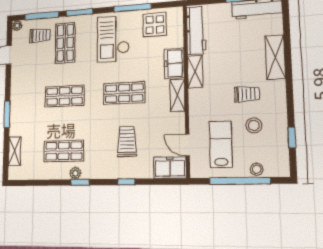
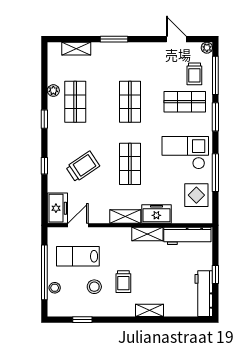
shelving: (275, 57) -> (150, 310), width x0.67, depth x0.75
trolley: (127, 142) -> (83, 166), turned -34
lab bench: (221, 144) -> (78, 256), turned 180
plant: (75, 173) -> (53, 91), moved

